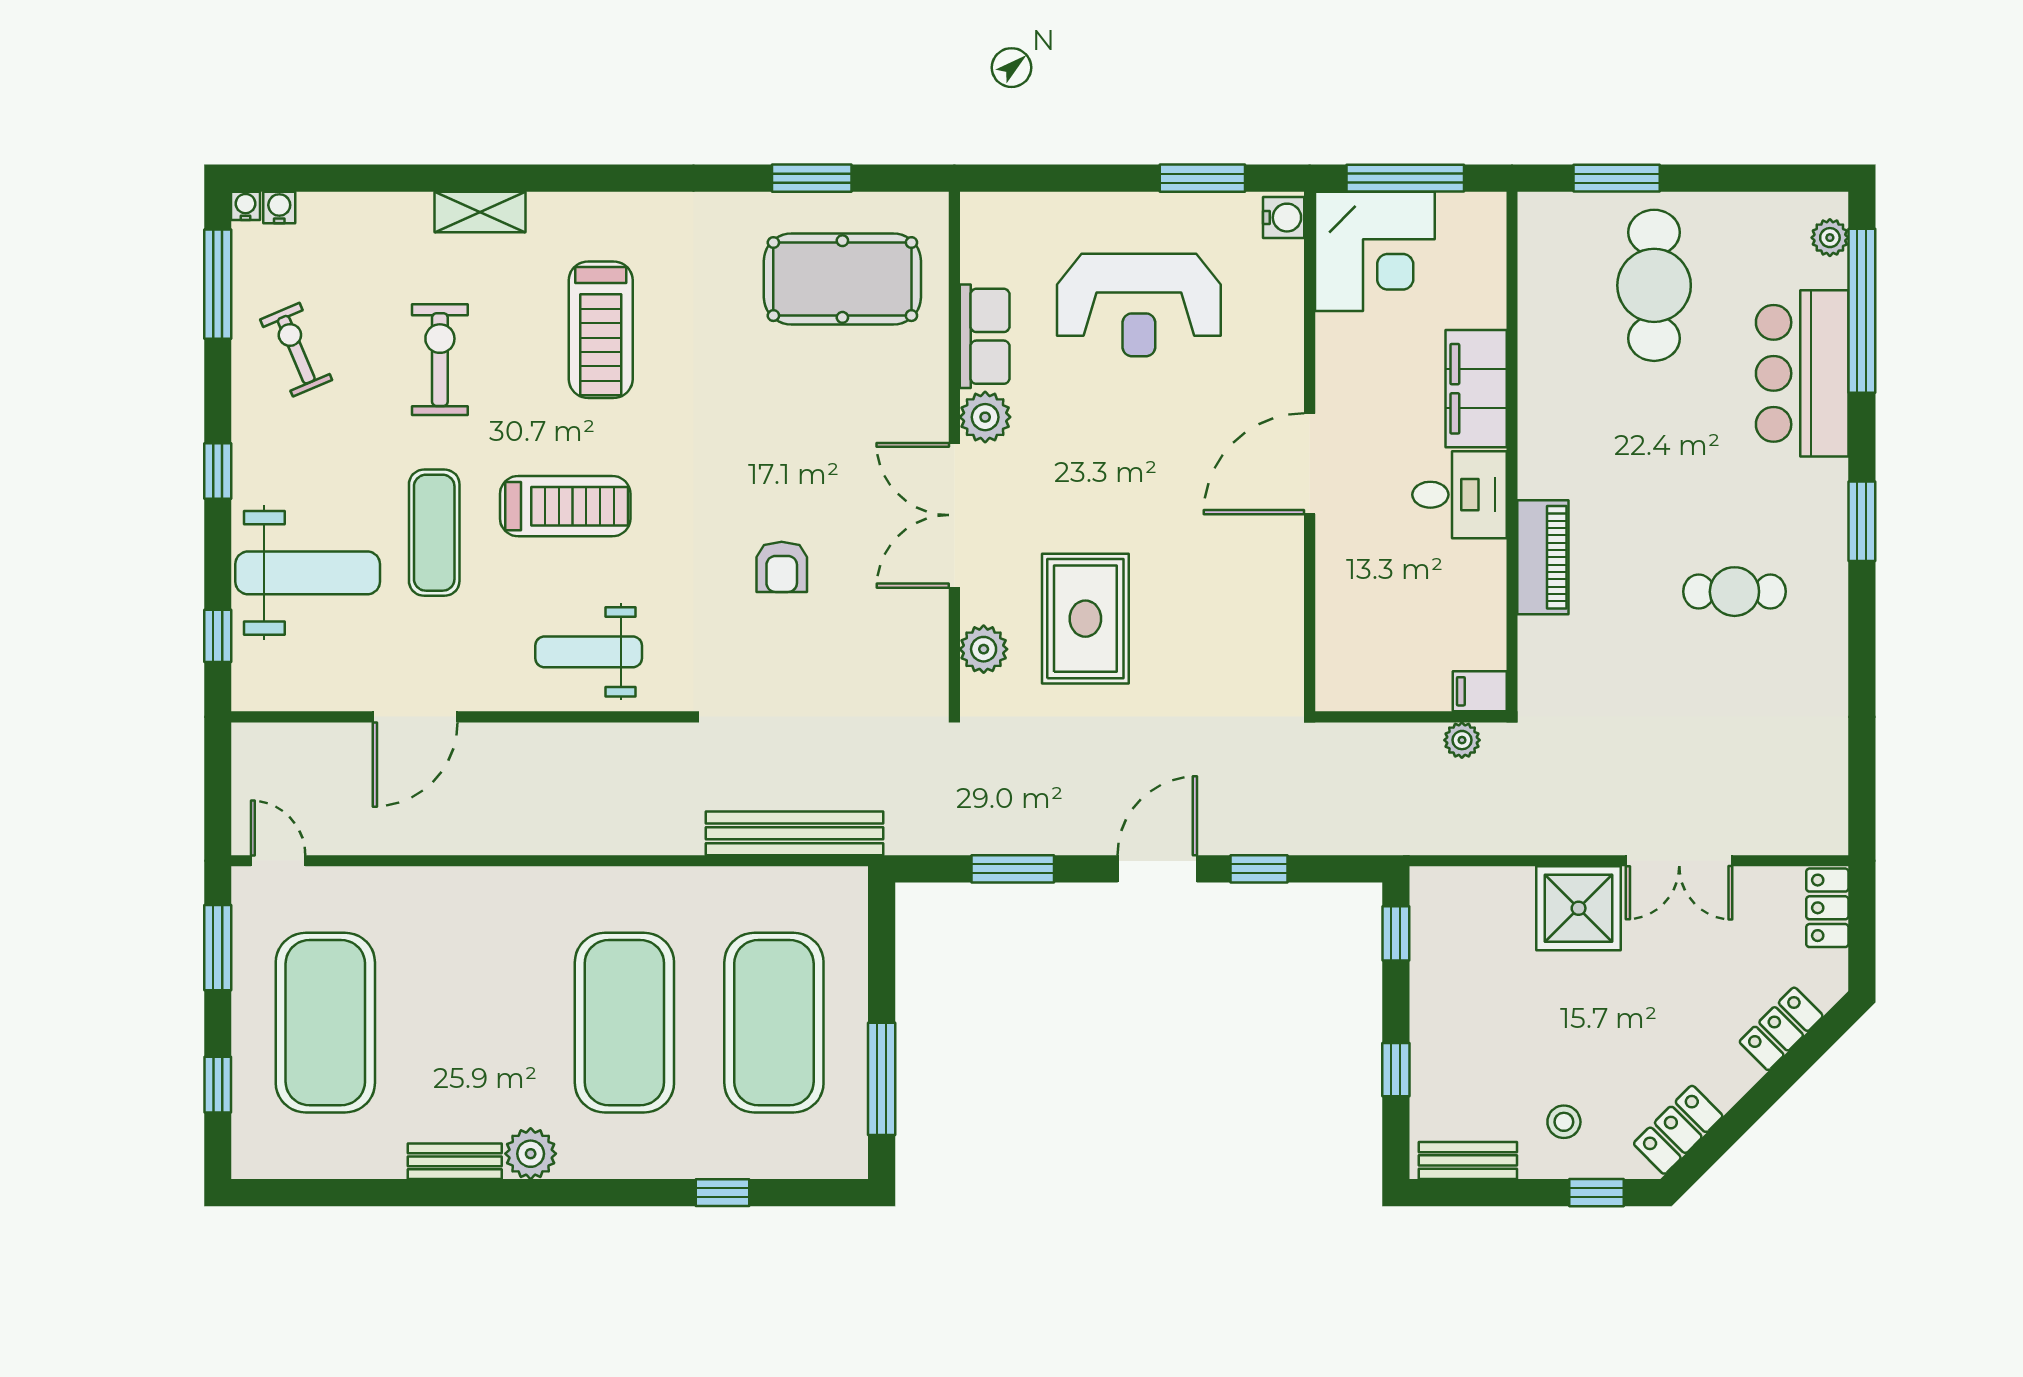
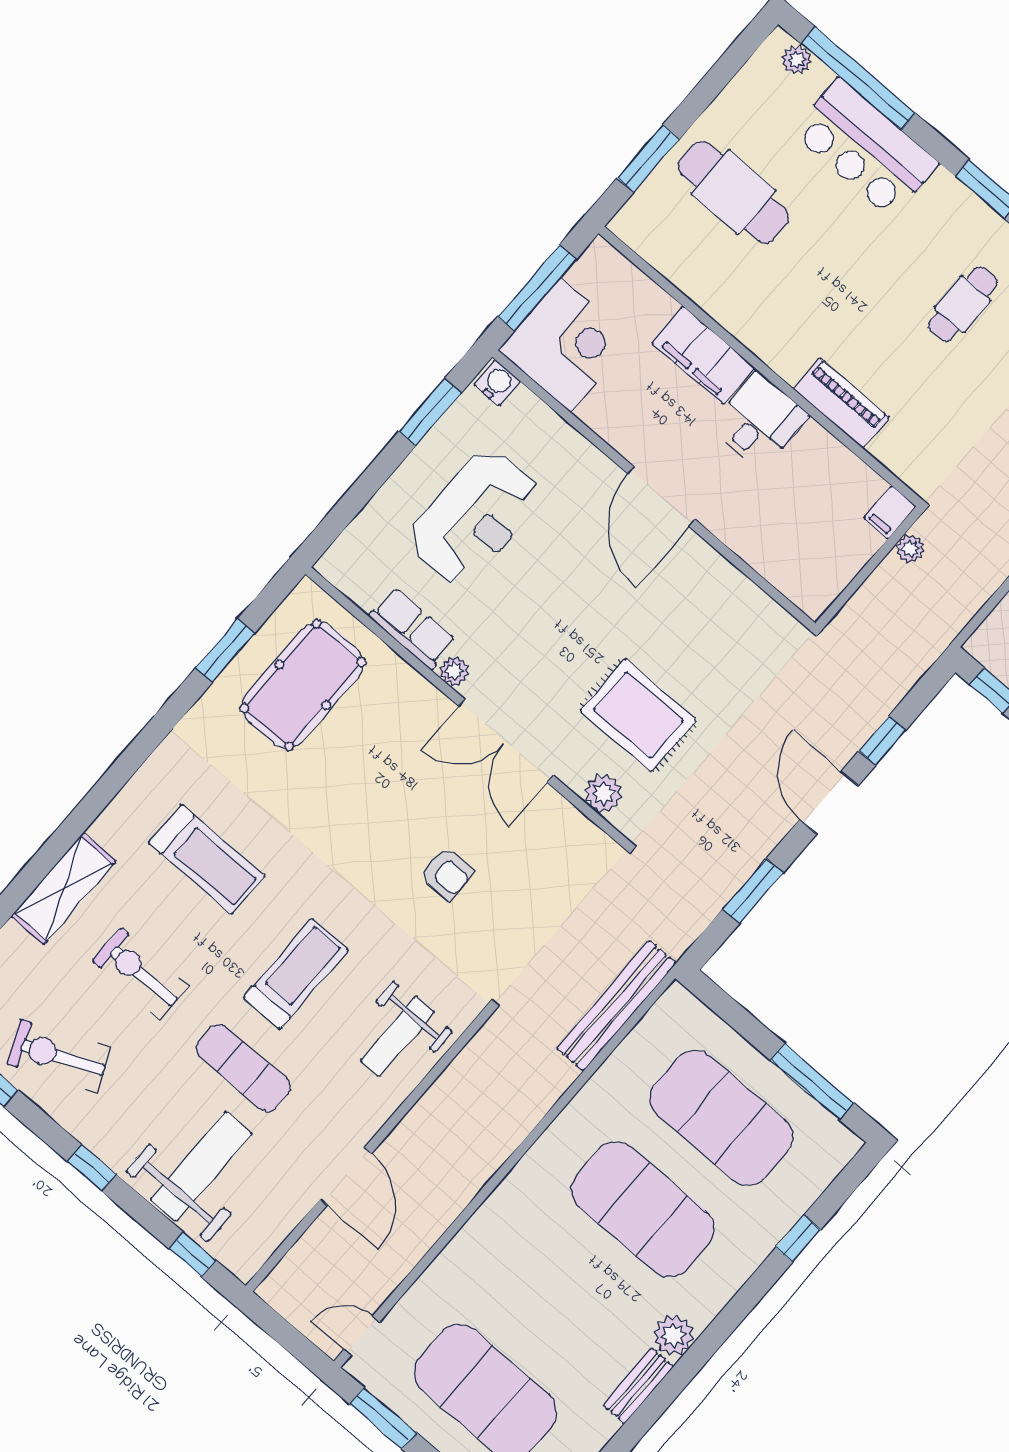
shelving: (480, 212) -> (64, 889), width x1.50, depth x1.33
exercise bike: (296, 350) -> (59, 1056), width x1.38, depth x1.39
plant: (985, 417) -> (454, 671), width x0.73, depth x0.73

